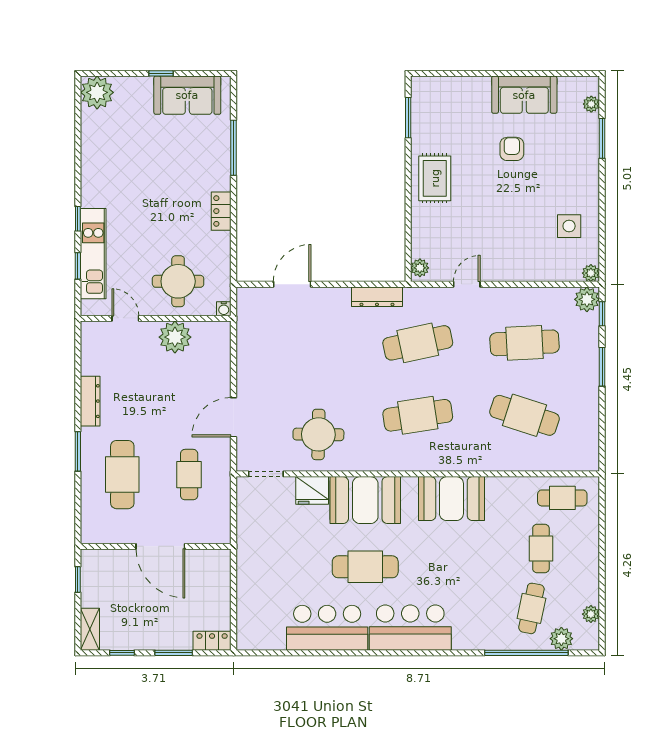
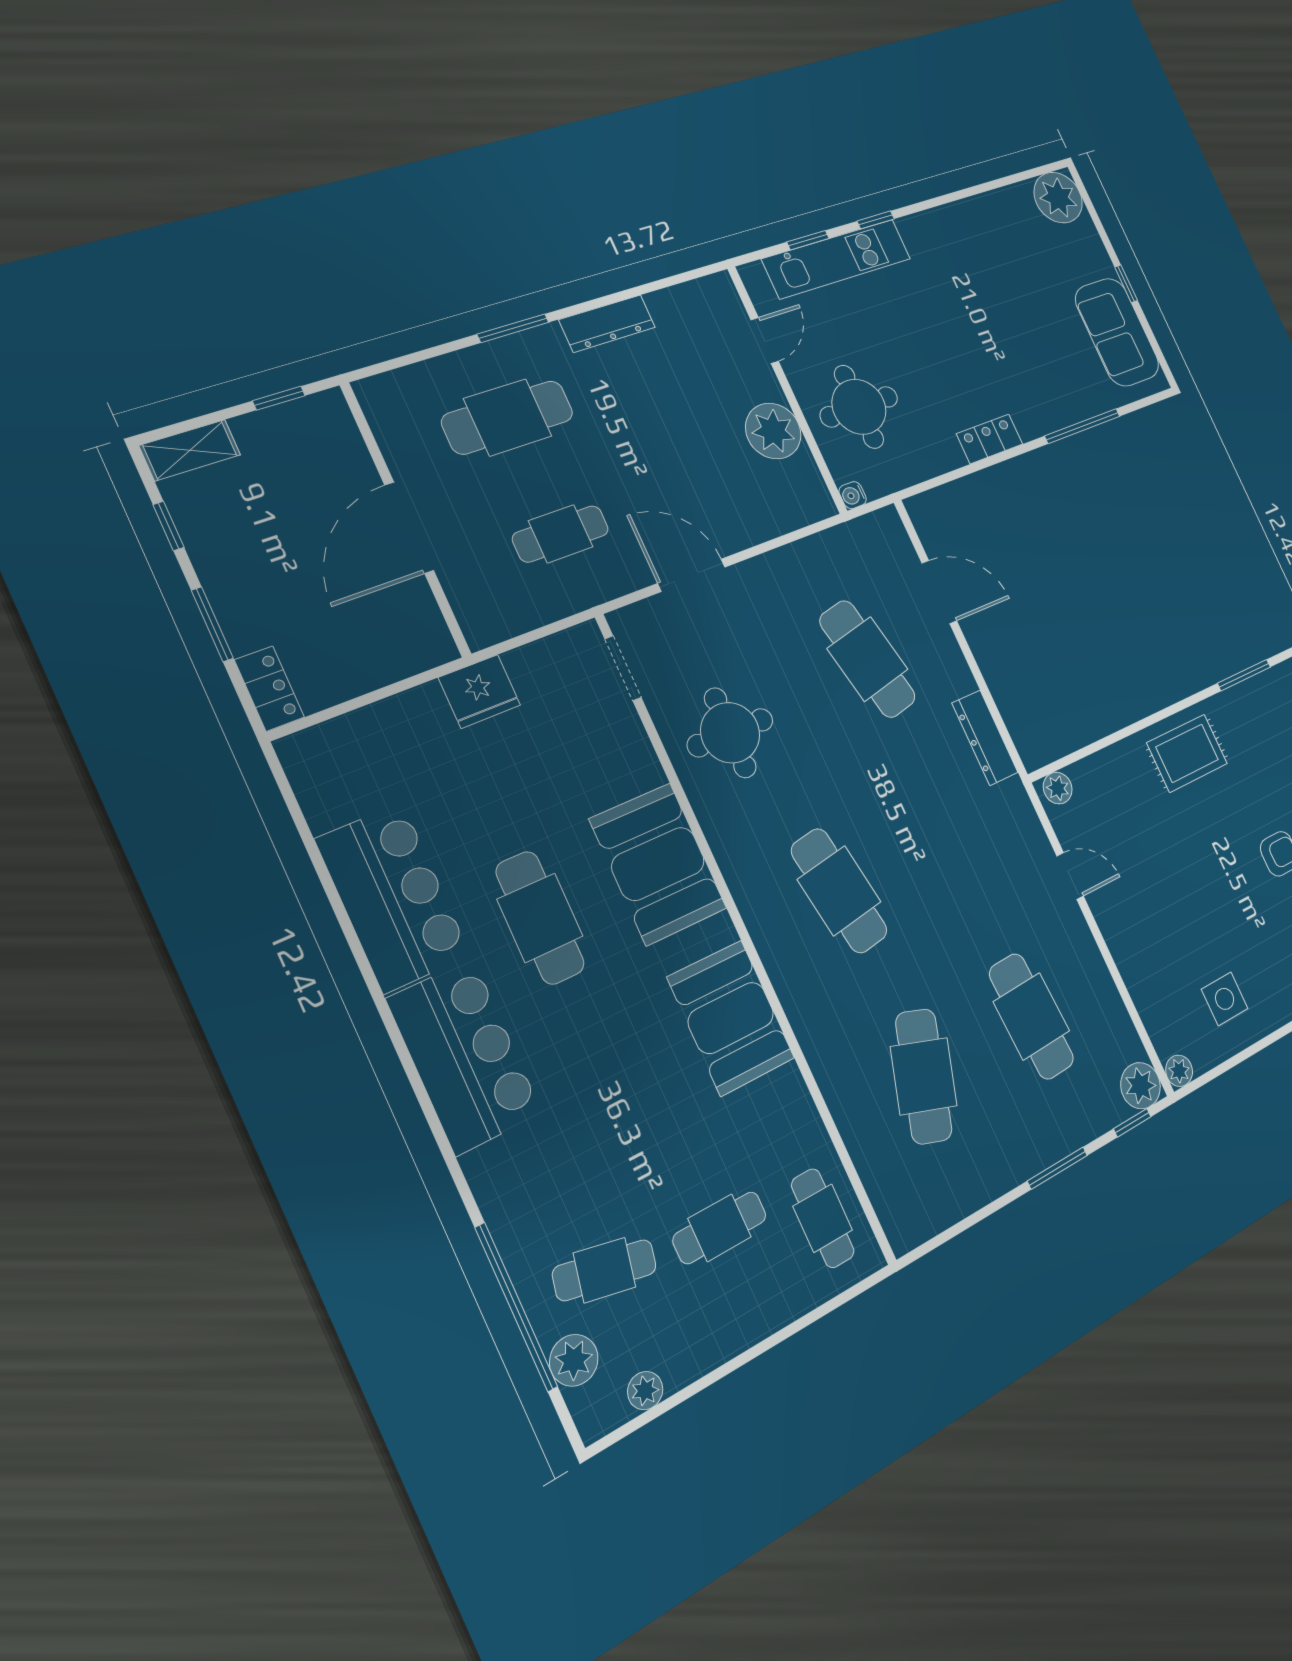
cafe table: (418, 343) -> (868, 659), moved
fridge: (312, 490) -> (479, 691), moved, turned -90

